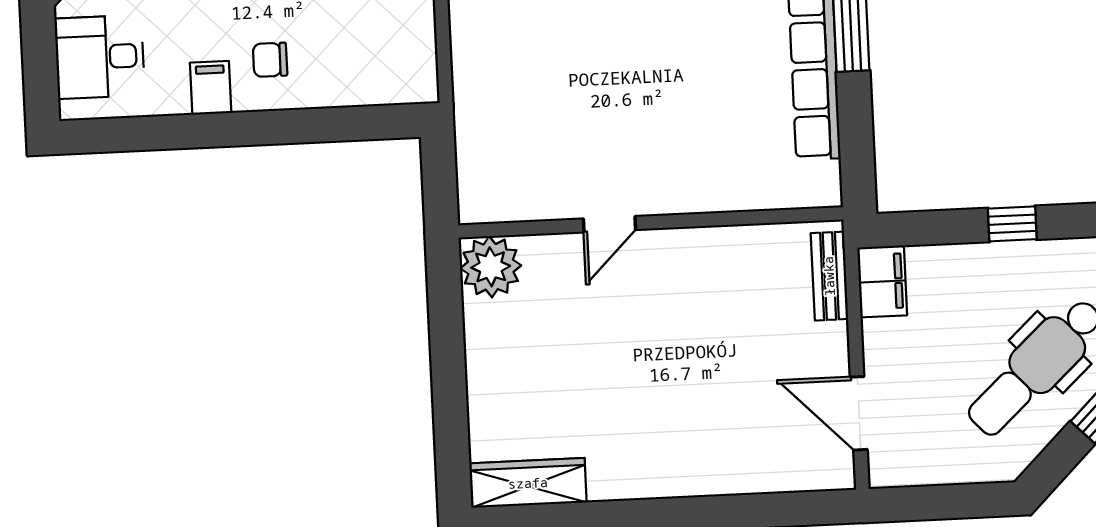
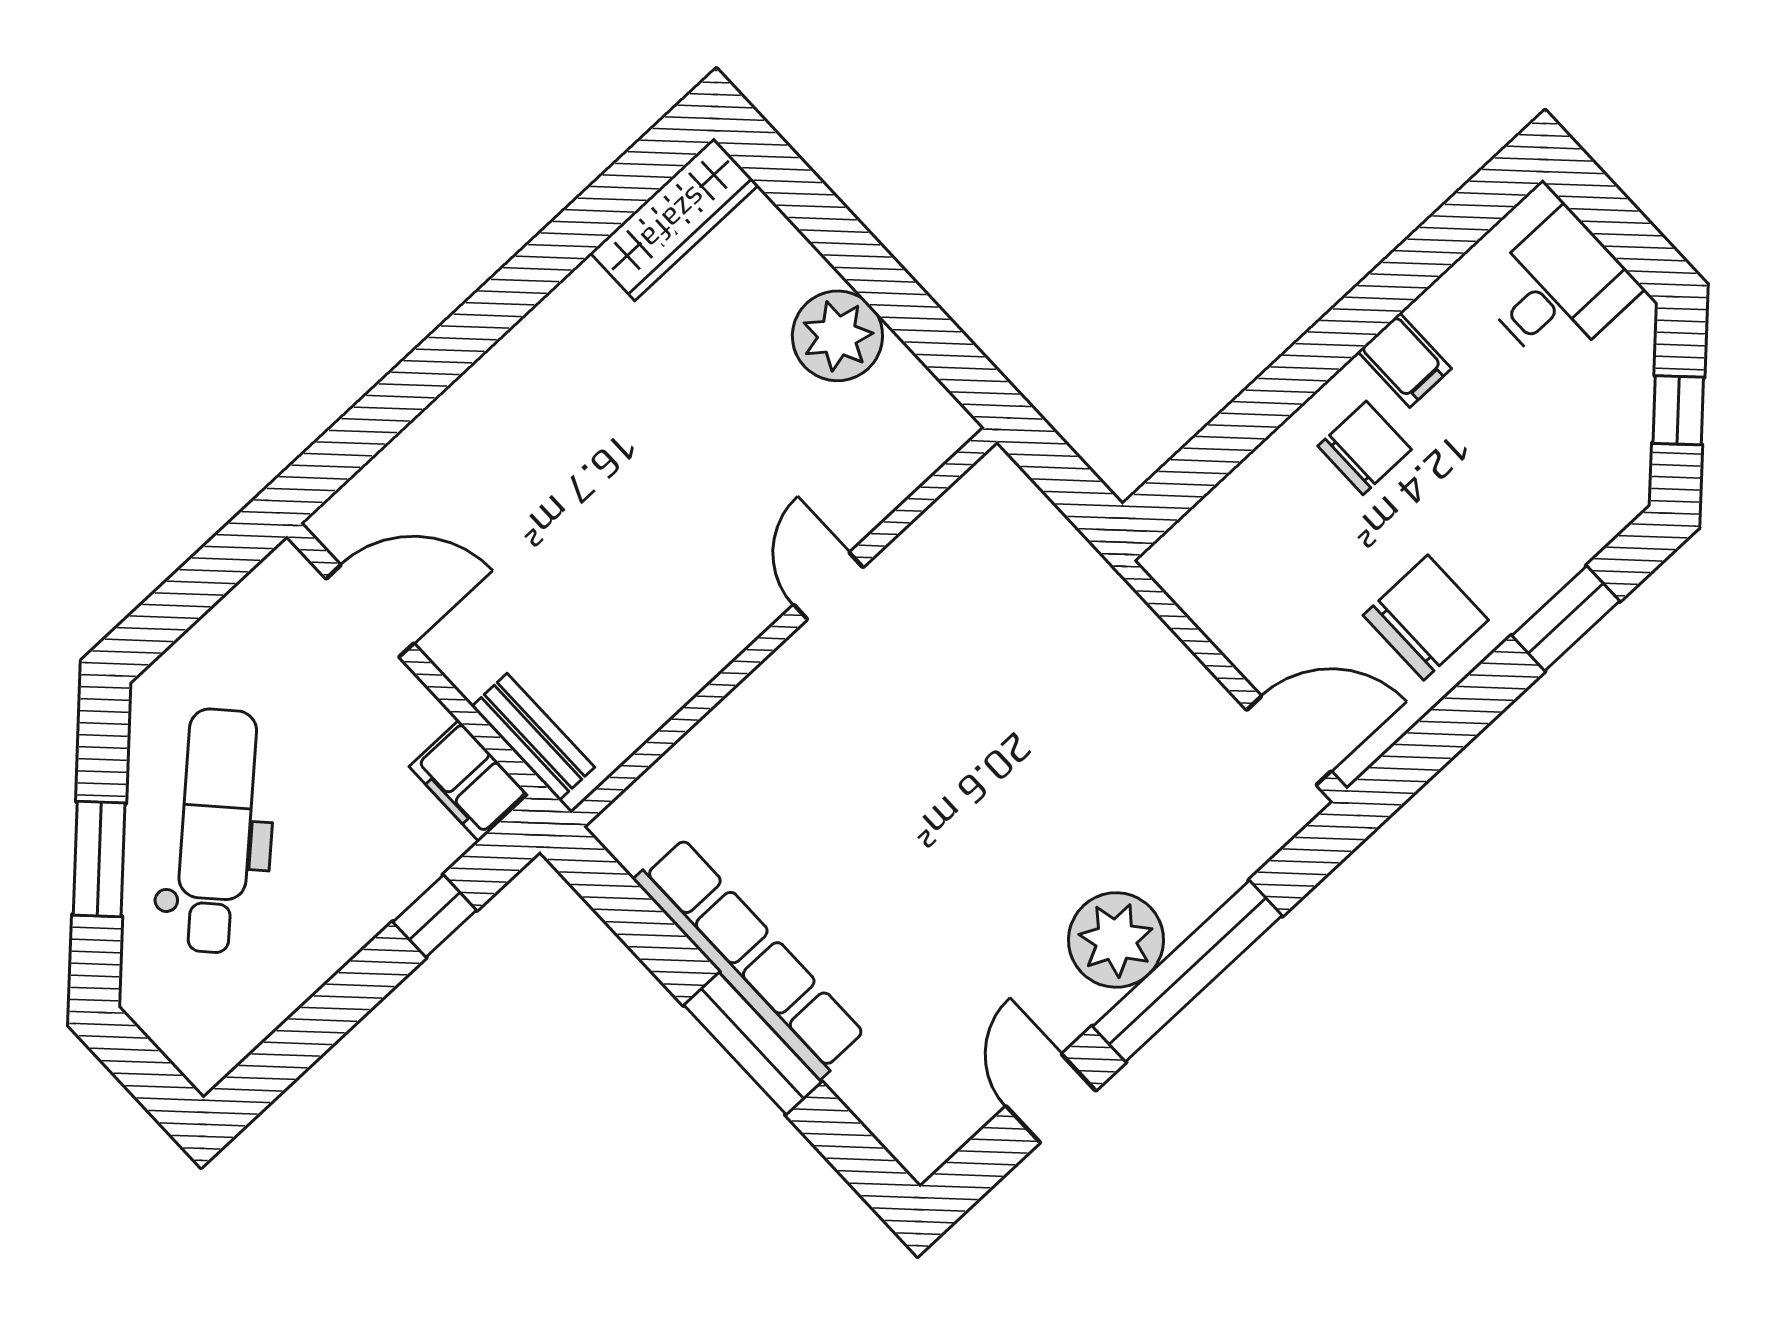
chair: (270, 60) -> (1365, 448), width x1.37, depth x1.37
window: (1012, 224) -> (435, 916), moved
plant: (491, 267) -> (837, 336), moved

